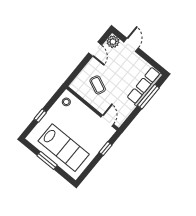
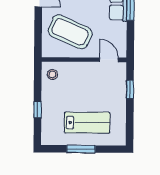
coffee table: (98, 85) -> (70, 32), width x1.86, depth x1.72
lab bench: (64, 148) -> (87, 123), width x0.73, depth x0.72

